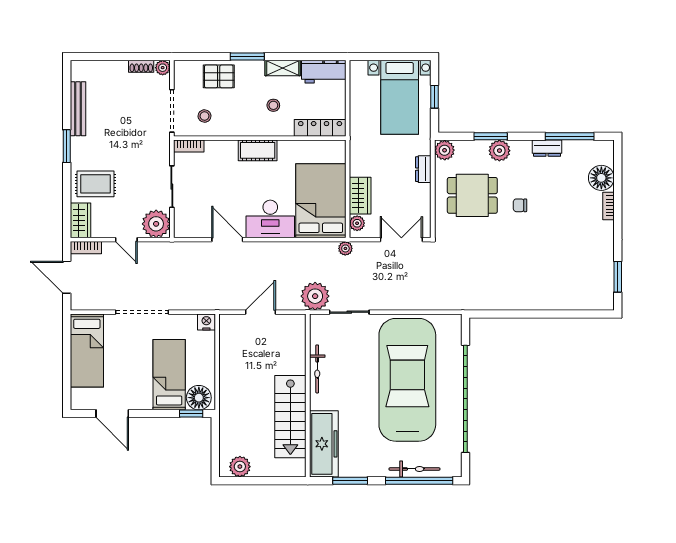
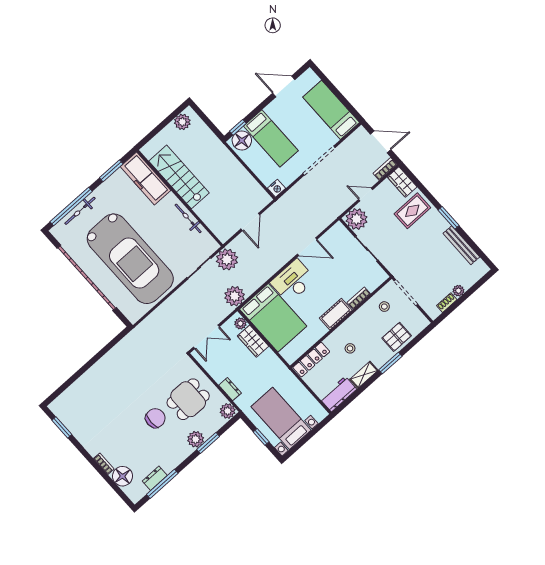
plant: (163, 68) -> (458, 291), moved
bookcase: (189, 146) -> (359, 298), moved
dresser: (547, 148) -> (155, 478), moved
chair: (520, 205) -> (155, 418), width x1.87, depth x1.87
plant: (345, 248) -> (235, 296), width x1.88, depth x1.88

